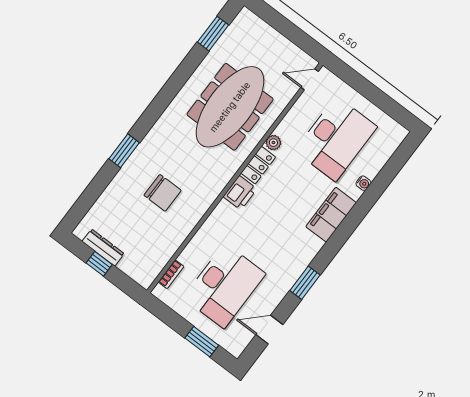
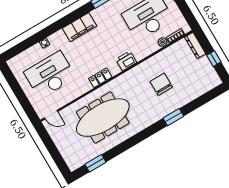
plant: (273, 143) -> (162, 42), moved
printer: (240, 193) -> (126, 61), moved
filing cabinet: (331, 215) -> (79, 27), moved
dresser: (103, 247) -> (195, 45), moved

